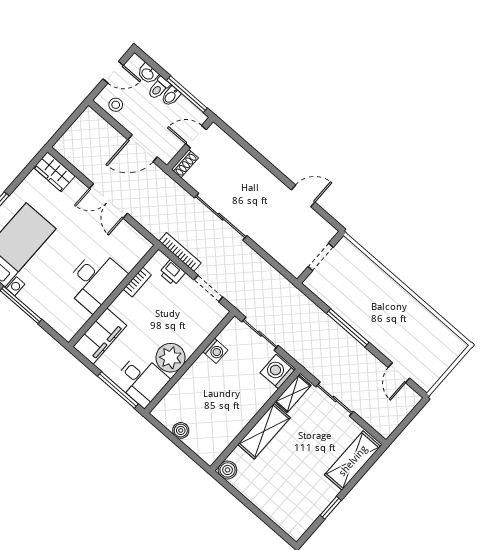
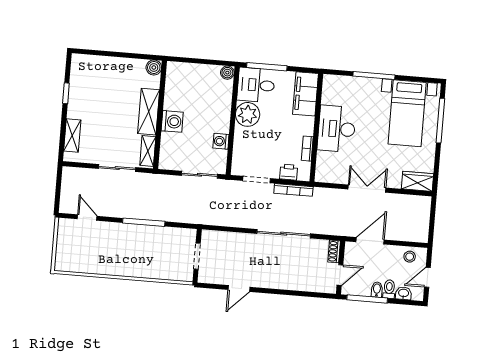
washing machine: (277, 372) -> (172, 121), moved
boiler: (181, 430) -> (227, 73), moved
shelving: (353, 461) -> (72, 136), width x0.67, depth x0.75

